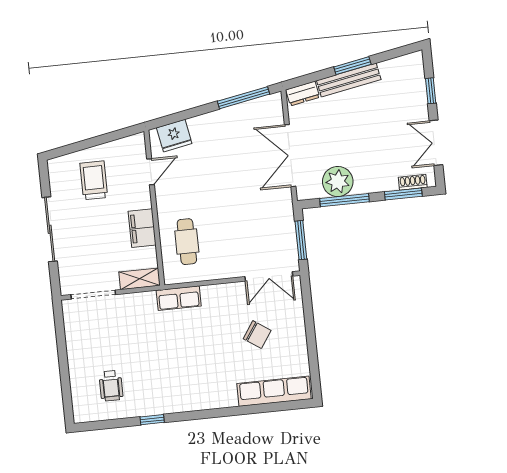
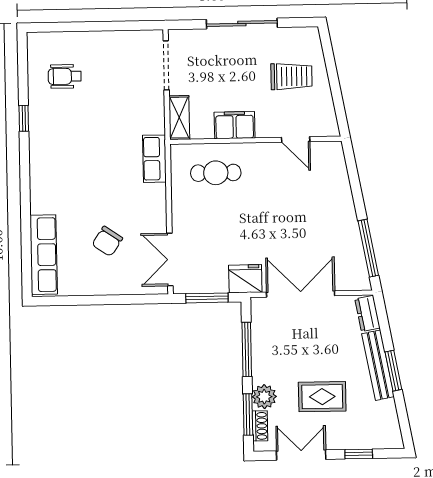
rug: (381, 128) -> (322, 397), added
fridge: (174, 136) -> (245, 279), moved, turned 101
plant: (338, 181) -> (264, 397), moved, width x0.73, depth x0.73

